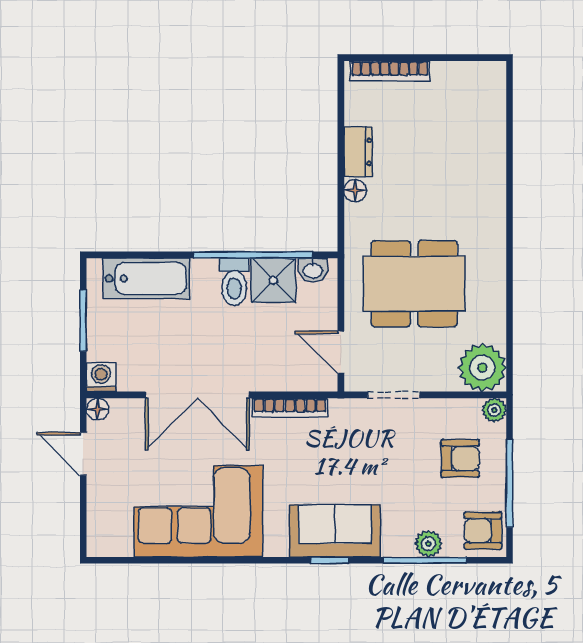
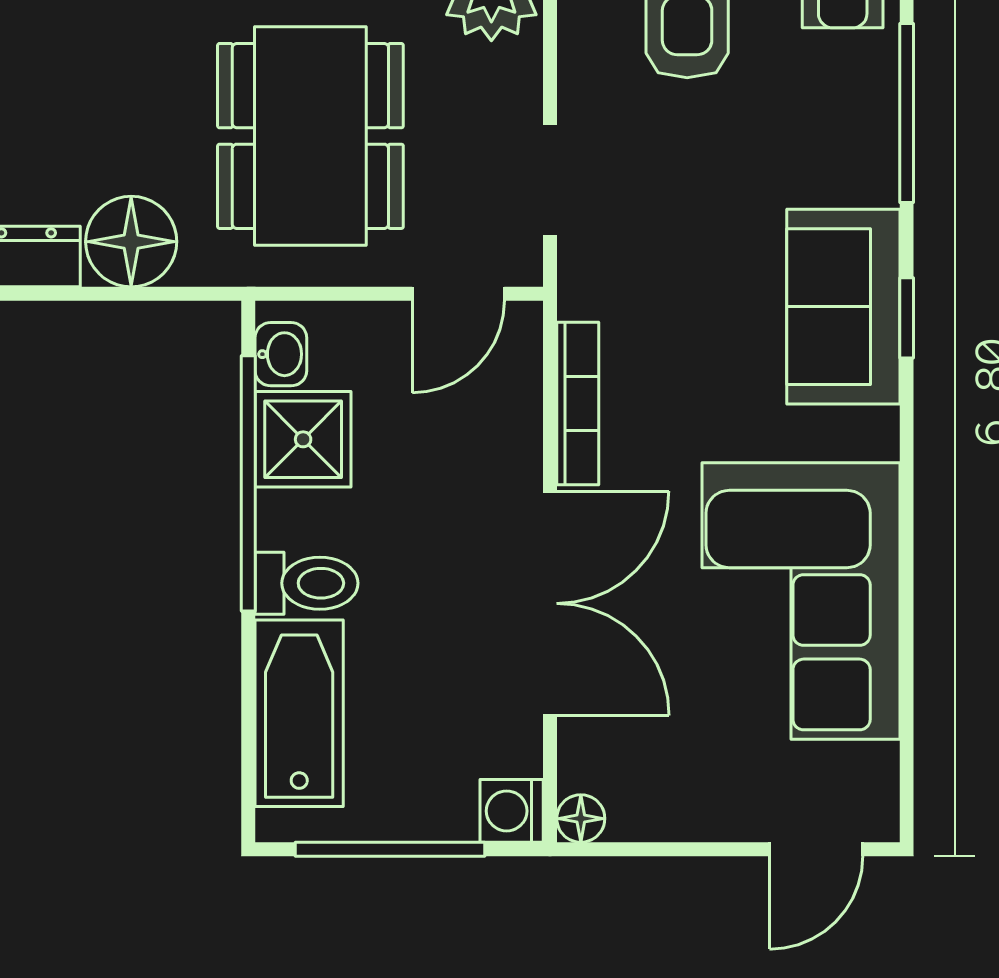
floor lamp: (355, 191) -> (131, 242), width x1.89, depth x1.89
toilet: (234, 282) -> (307, 583), moved
window: (83, 321) -> (390, 849), width x1.44
door: (83, 454) -> (816, 849), moved
plant: (428, 544) -> (871, 105), removed

